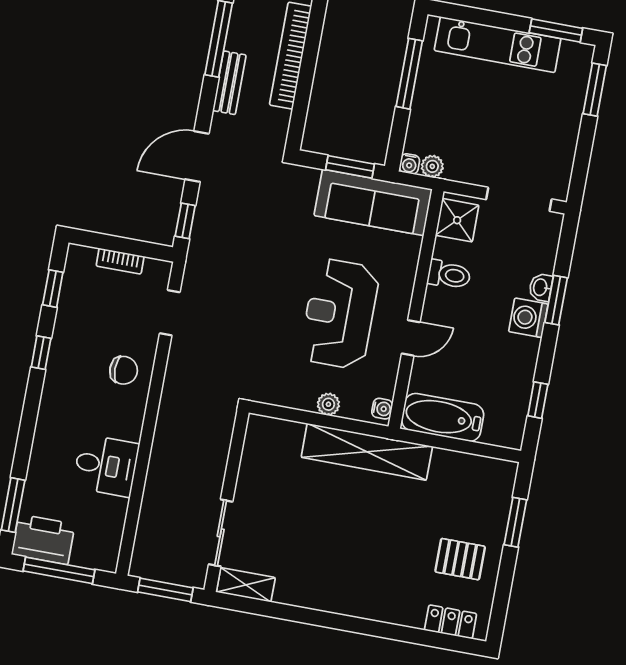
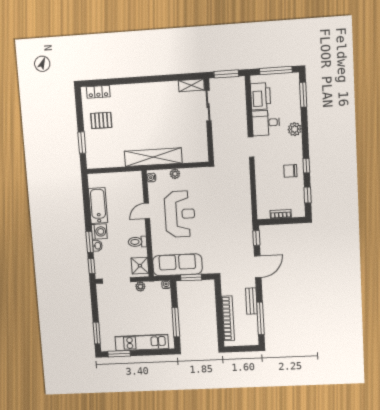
plant: (432, 166) -> (140, 287), moved
doorway: (170, 313) -> (251, 147), moved
chair: (124, 370) -> (290, 171), moved
window: (538, 400) -> (91, 266), moved
bathtub: (443, 417) -> (98, 206), moved, turned -90
plant: (48, 437) -> (295, 129), added
printer: (43, 539) -> (260, 96), moved, turned -90

